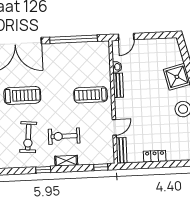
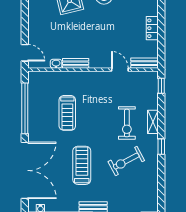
treadmill: (91, 95) -> (67, 113), moved
exercise bike: (28, 137) -> (126, 161), turned 147

